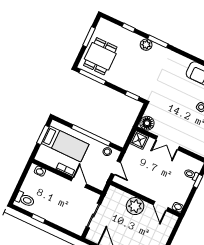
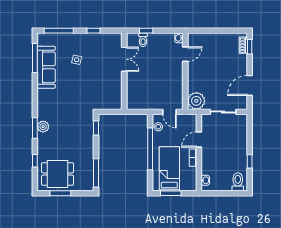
plant: (146, 45) -> (43, 127), moved
dining table: (100, 56) -> (58, 174), moved
floor lamp: (147, 123) -> (115, 103), removed
shower: (139, 140) -> (134, 102), removed
double door: (168, 143) -> (124, 59), moved
door: (116, 168) -> (170, 112), swing flipped
plant: (135, 206) -> (196, 101), moved

